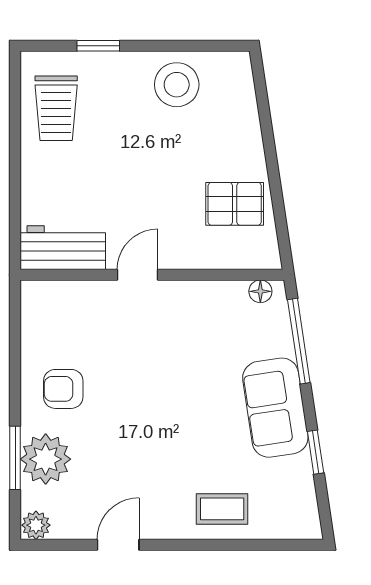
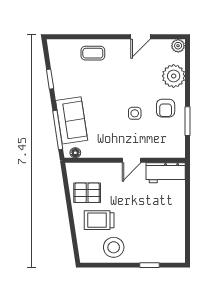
trolley: (56, 108) -> (99, 220), moved, turned -90
side table: (131, 377) -> (135, 113), added
armchair: (63, 389) -> (166, 108), turned 90
sofa: (275, 408) -> (72, 120), moved
window: (15, 458) -> (188, 121), moved

